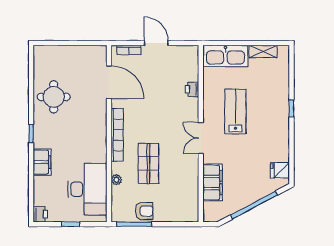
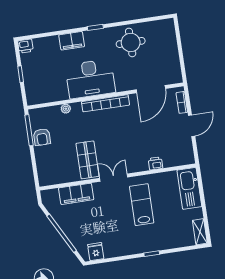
shelving: (263, 52) -> (200, 232), moved
lab bench: (235, 112) -> (142, 205), turned -90
shop shelf: (148, 164) -> (87, 160), moved, turned 90
desk: (87, 189) -> (90, 79), moved

